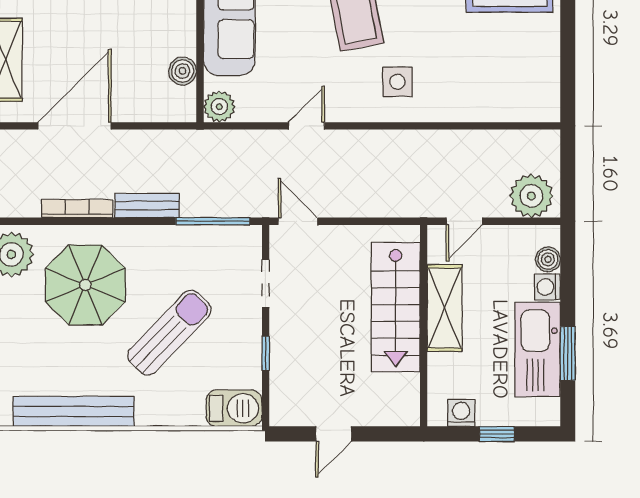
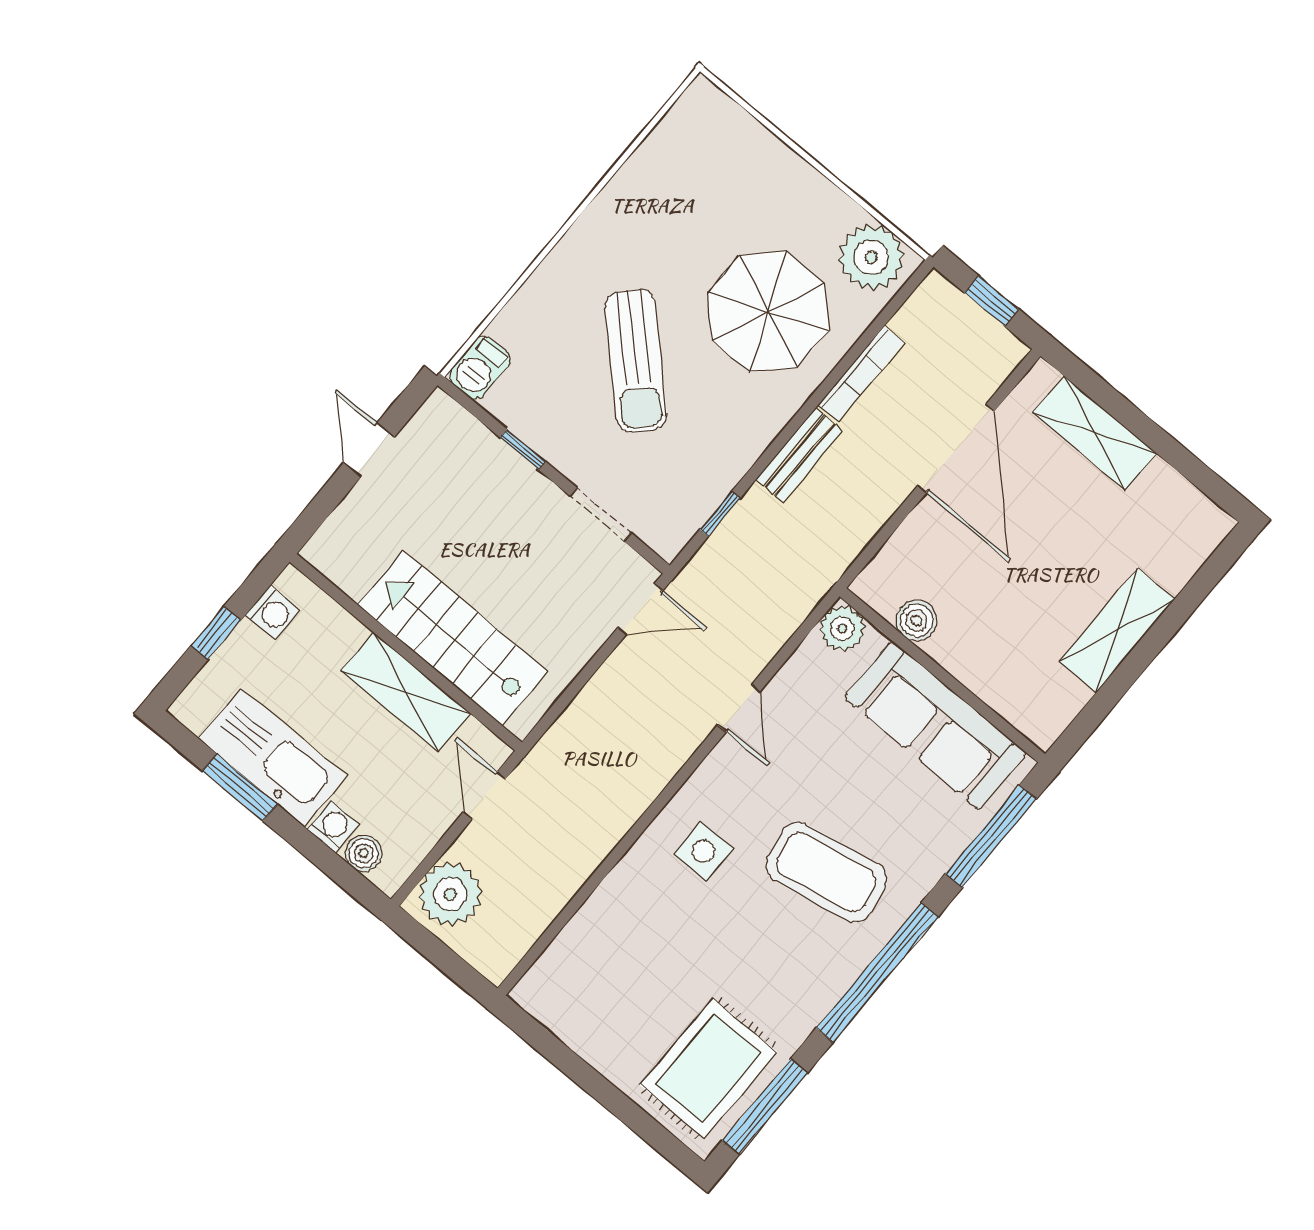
window: (213, 221) -> (720, 514), width x0.46
barbecue: (234, 408) -> (479, 368), width x0.73, depth x0.79
bench: (74, 411) -> (637, 180), removed

